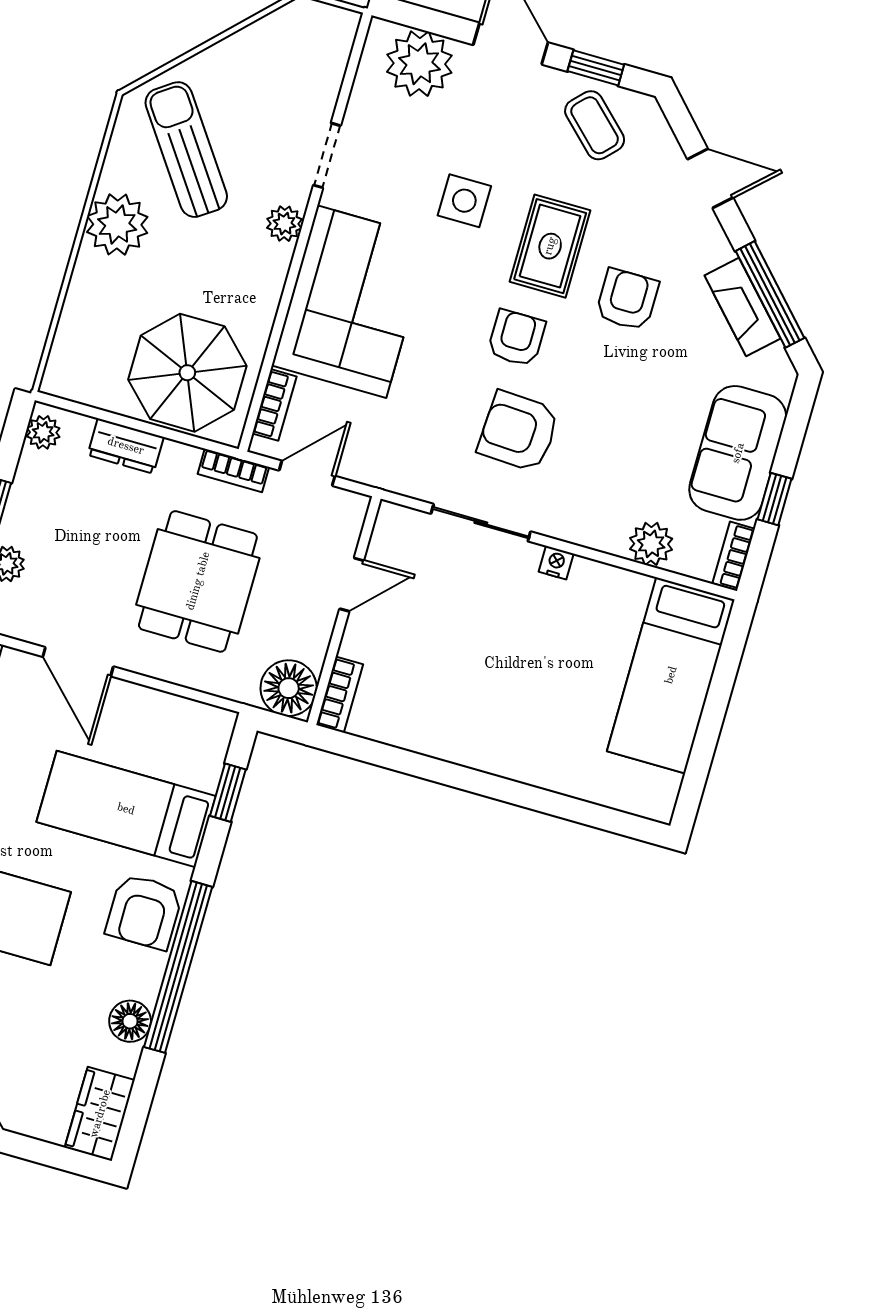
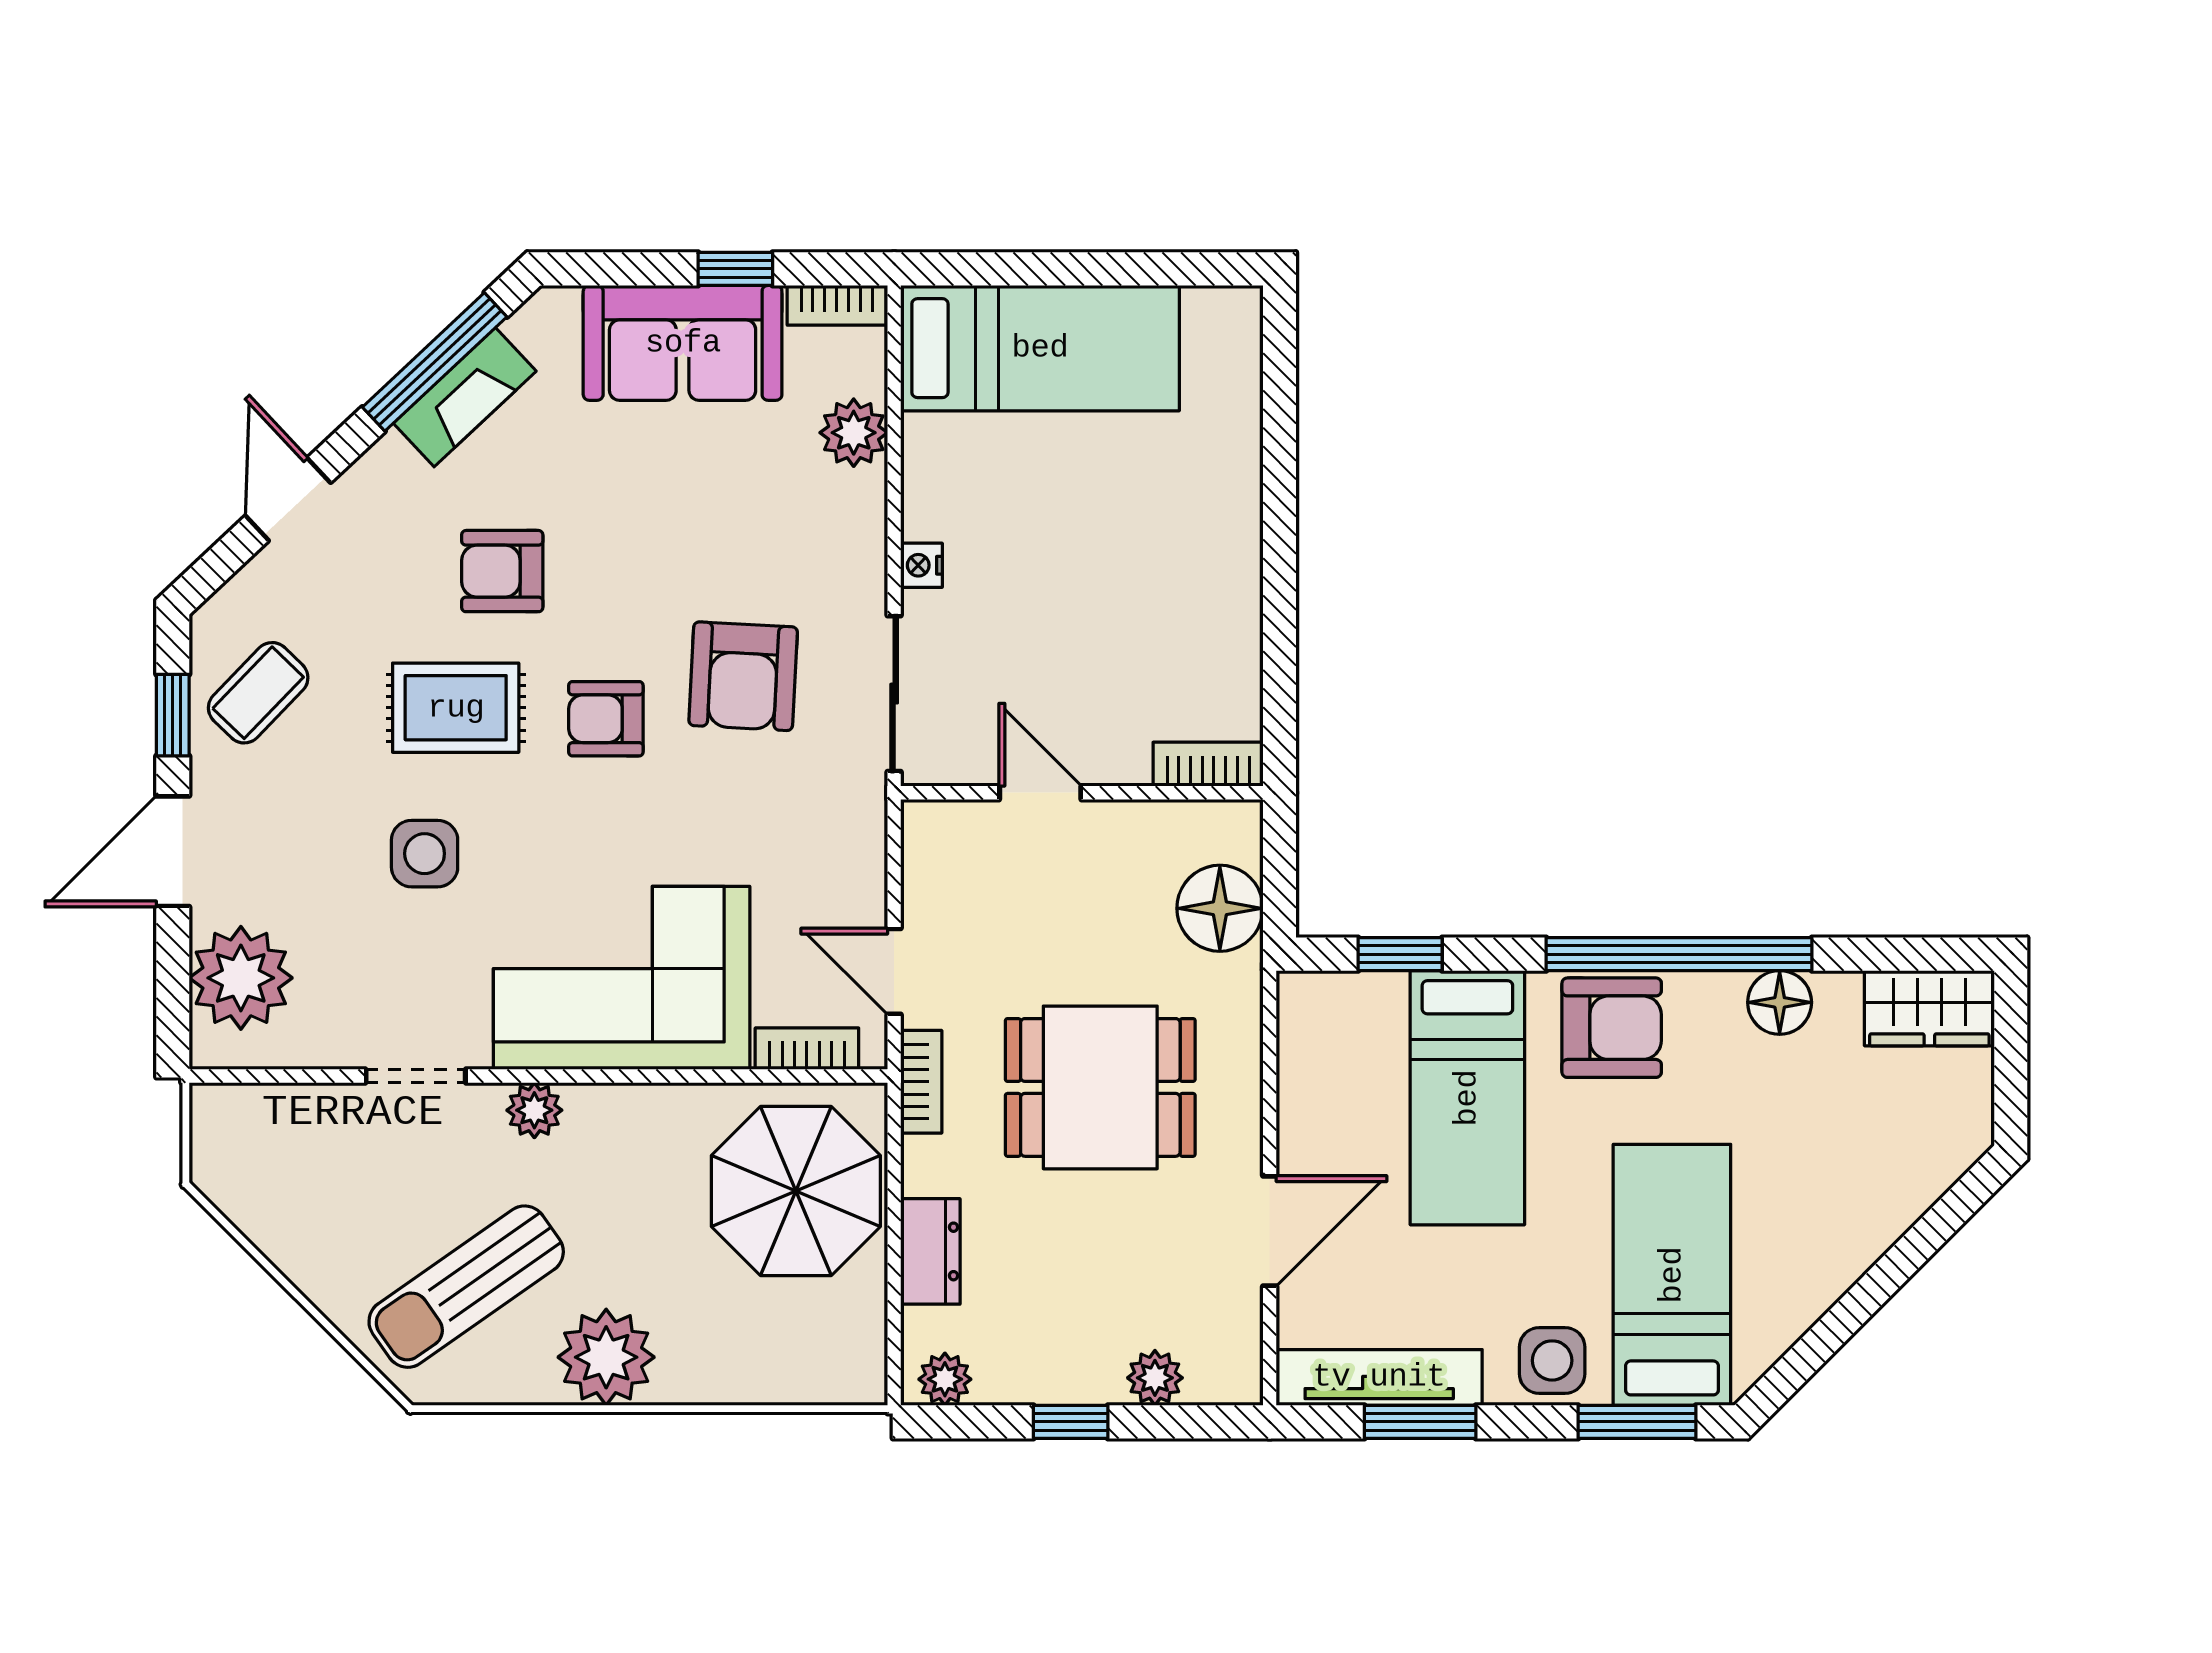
door: (352, 585) -> (1040, 793), moved
wall: (344, 611) -> (1082, 793), moved
bookcase: (340, 695) -> (1208, 764), moved

